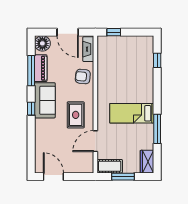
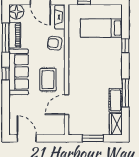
window: (157, 60) -> (125, 46), moved
sofa: (45, 100) -> (19, 72), width x1.36
bed: (132, 113) -> (101, 28), moved
cot: (110, 166) -> (116, 100), moved, turned 90

